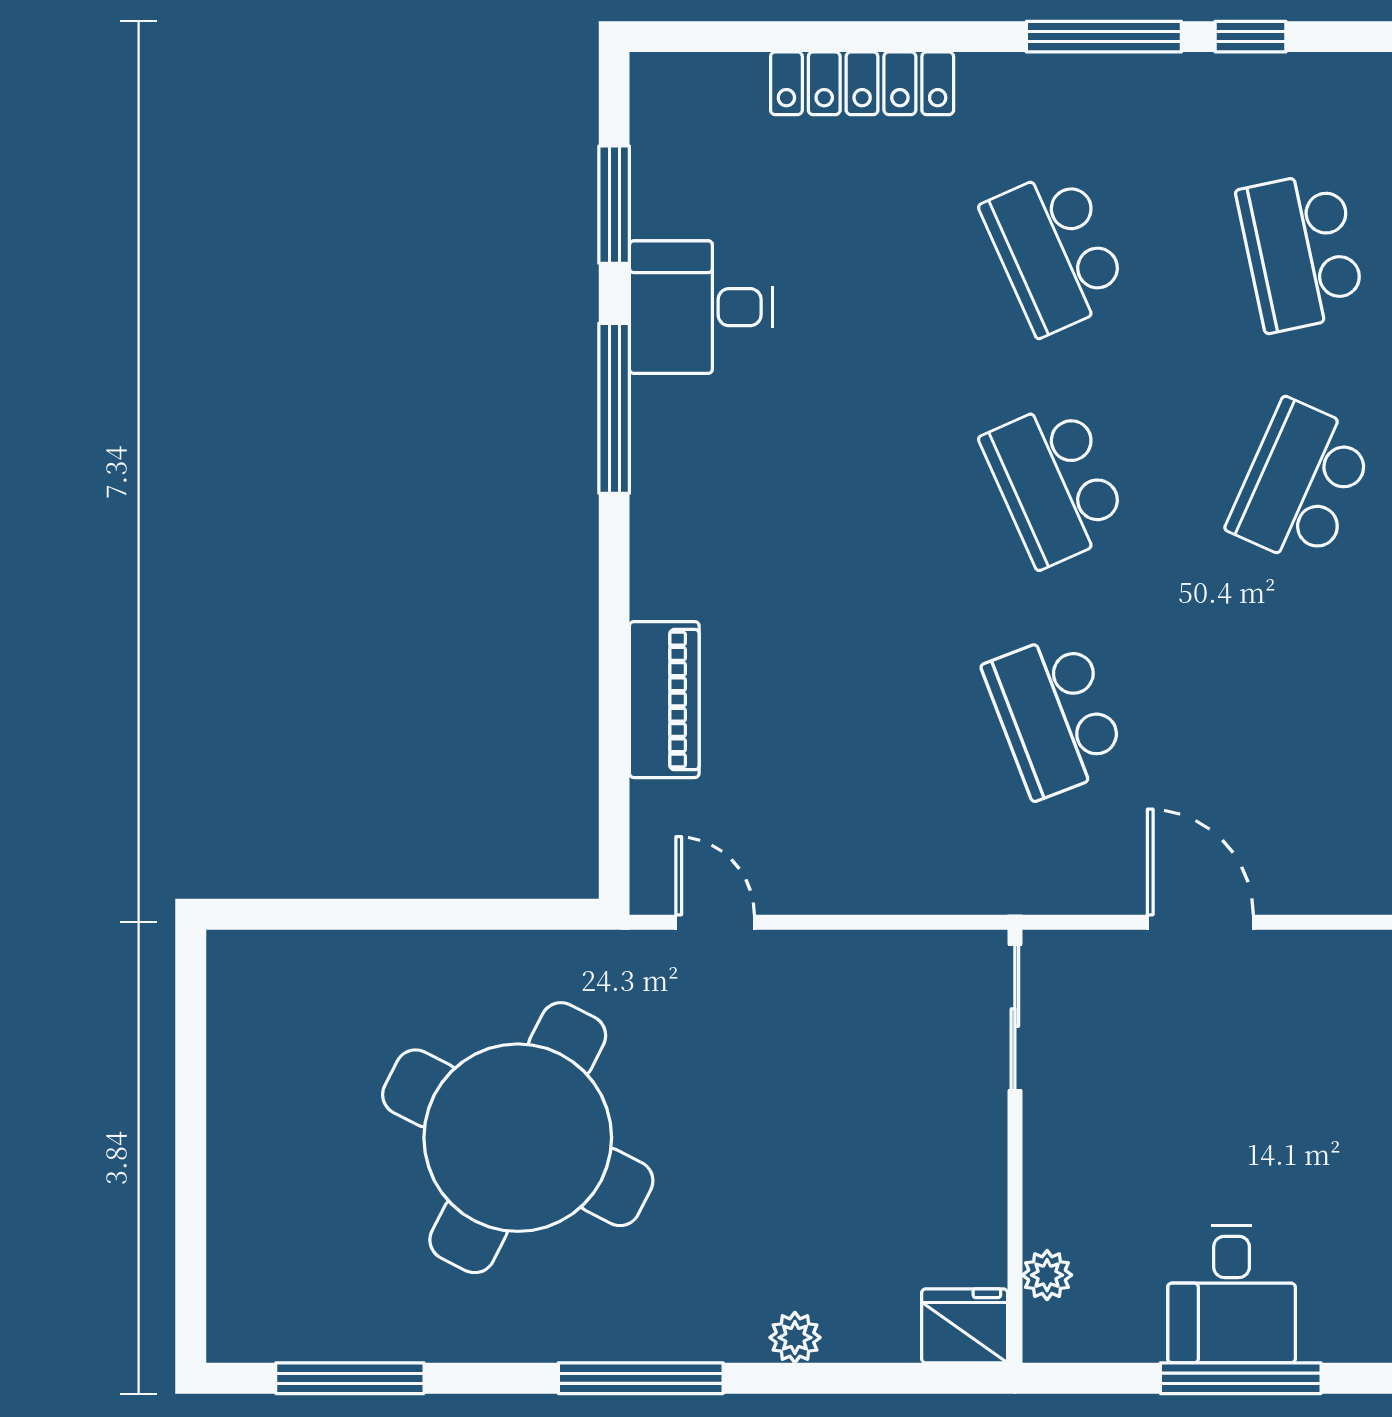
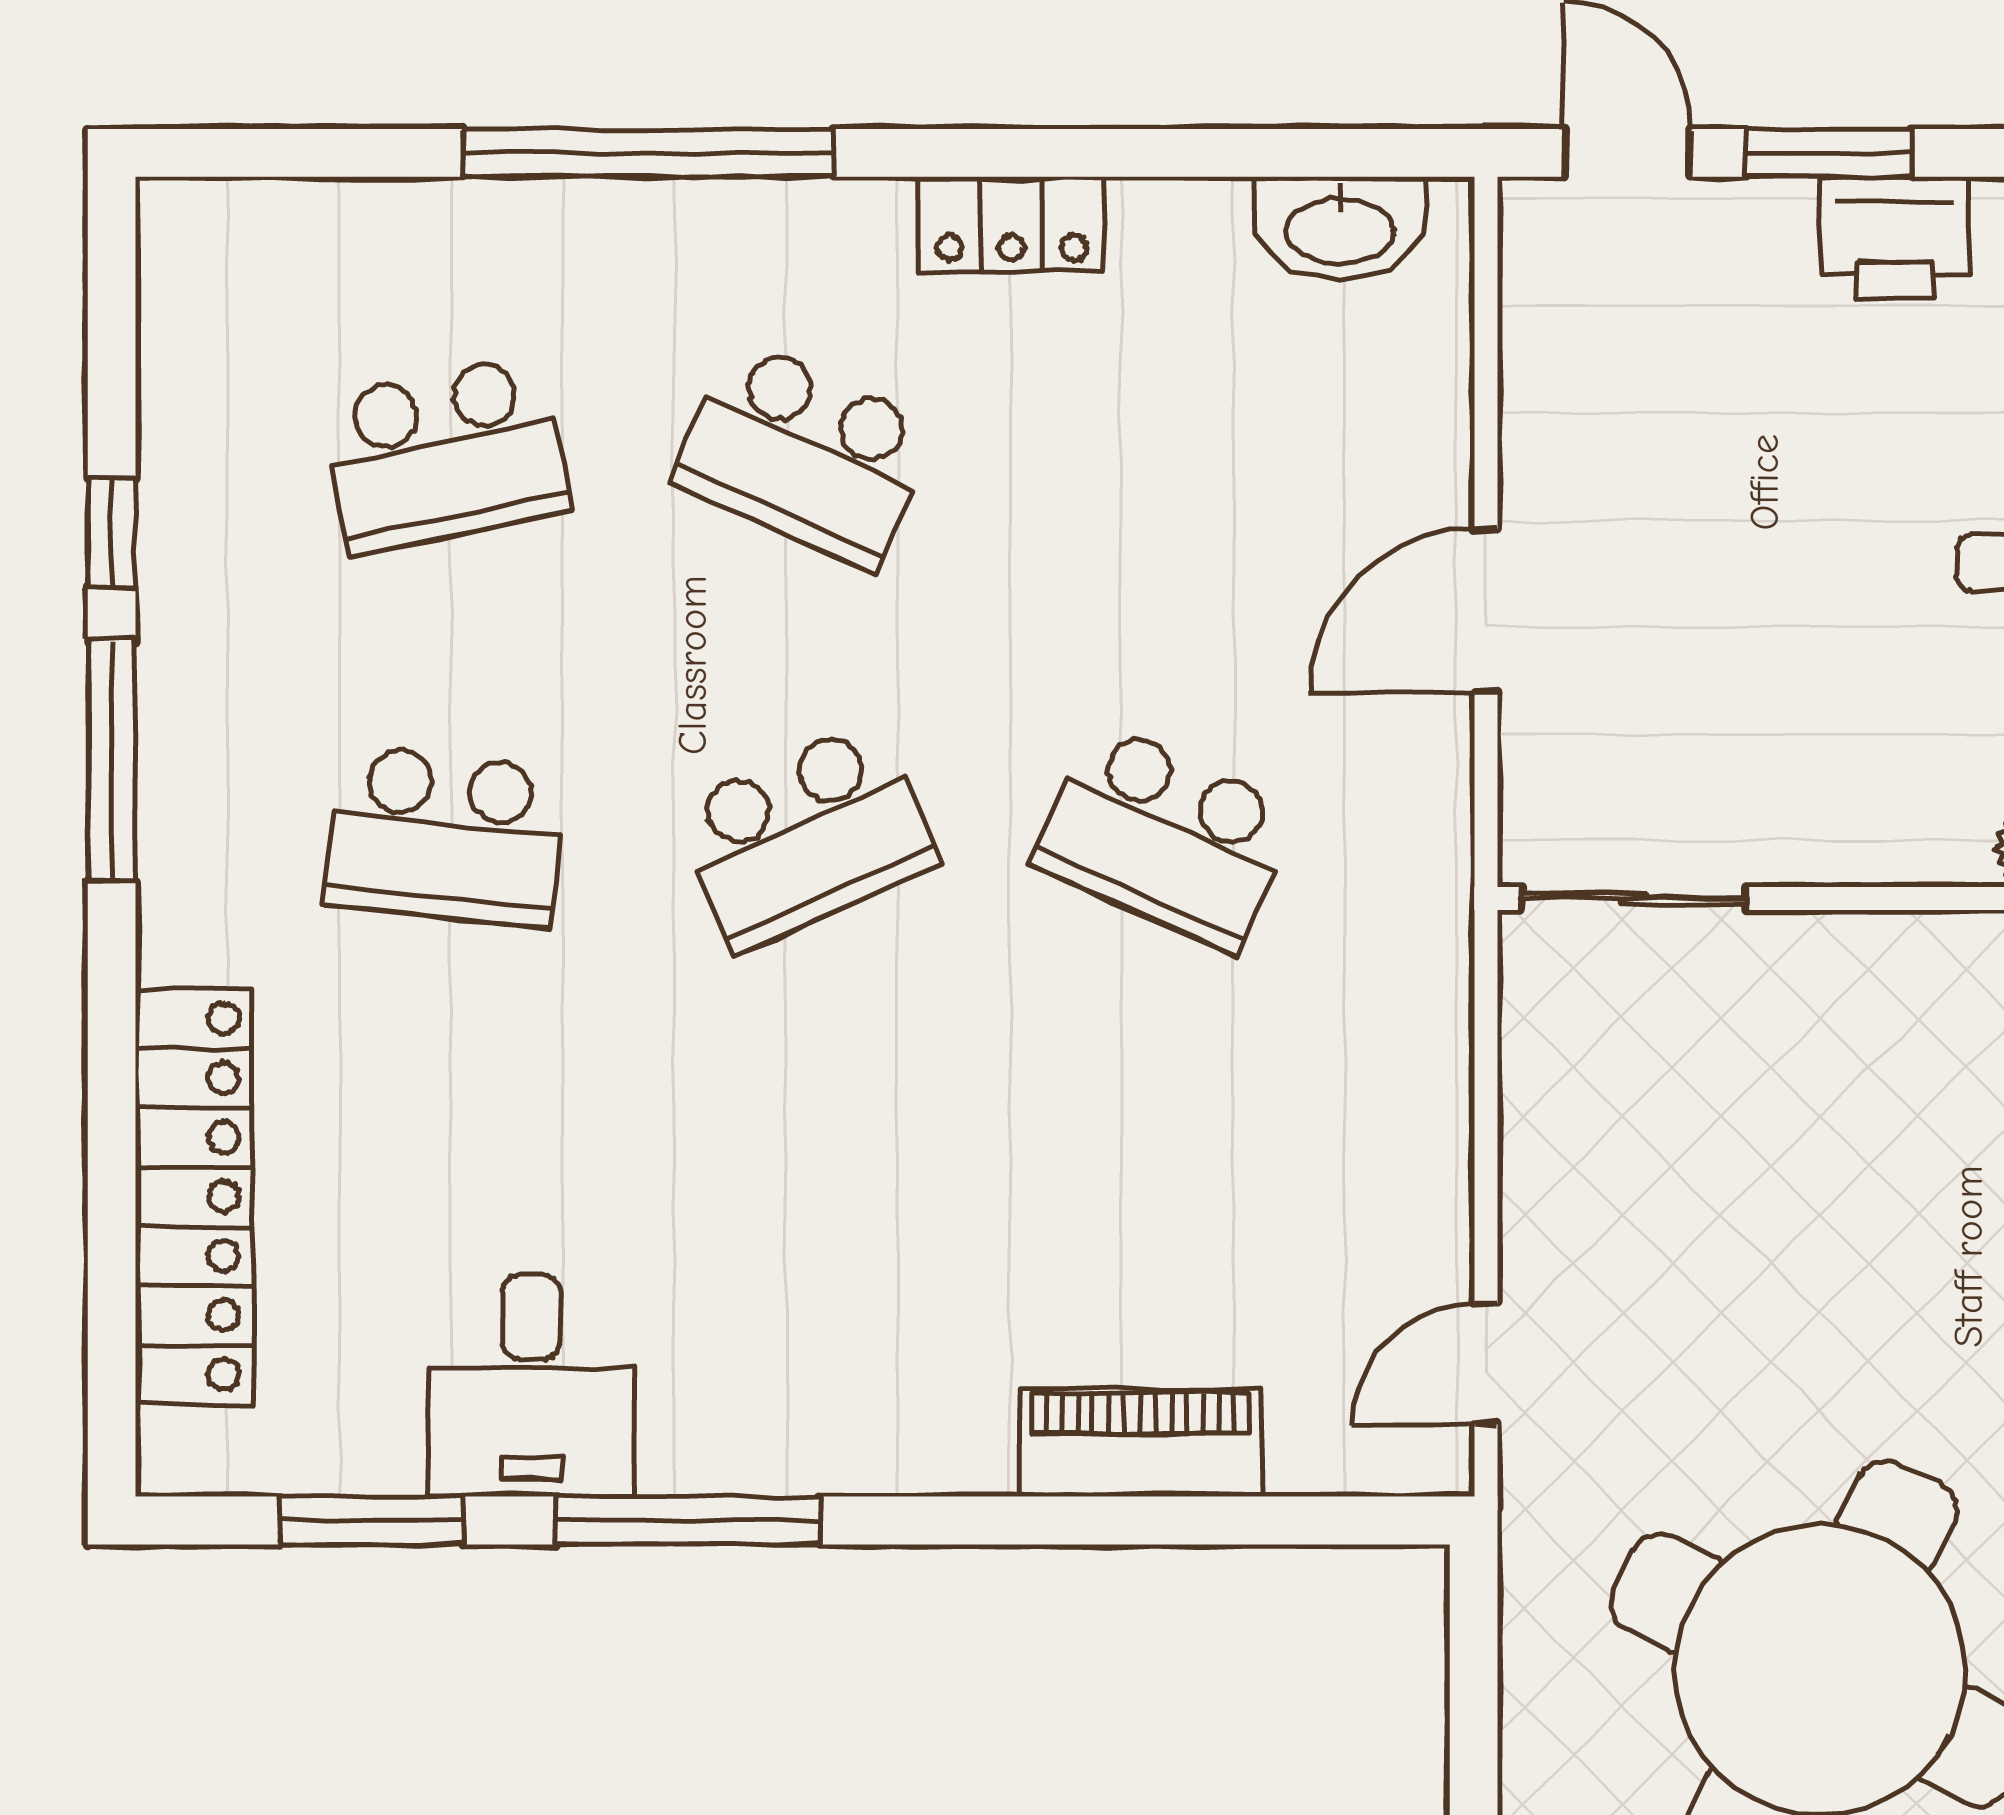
locker: (862, 83) -> (194, 1196), width x1.41, depth x1.21
school desk: (1055, 252) -> (445, 837), turned 30
school desk: (1055, 715) -> (1165, 837), turned 45

